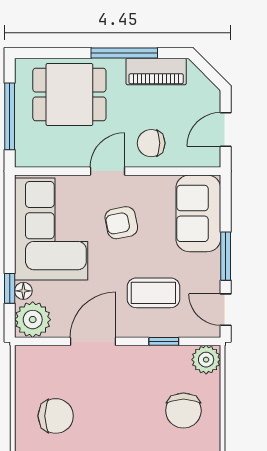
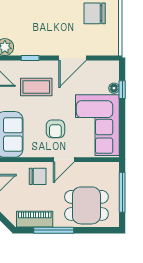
armchair: (121, 223) -> (55, 129), turned 101
plant: (33, 320) -> (108, 71), removed
chair: (183, 411) -> (18, 17), removed

